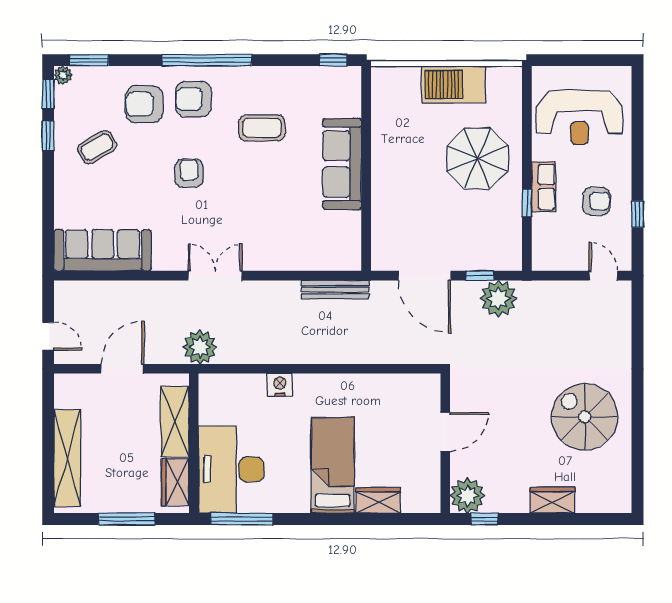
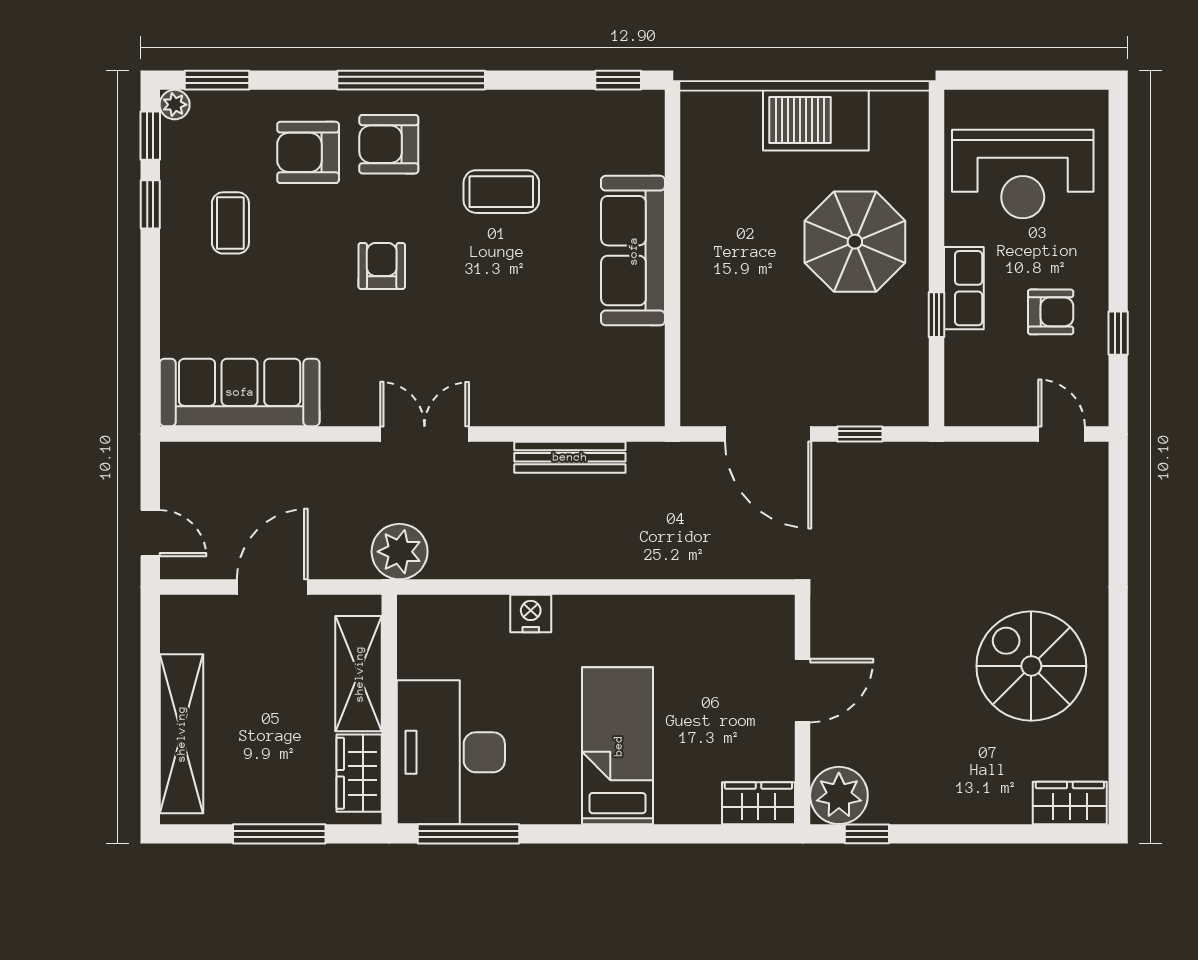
coffee table: (97, 147) -> (230, 223), turned -59
bench: (335, 290) -> (570, 457), moved
plant: (498, 298) -> (890, 472), removed
wardrobe: (378, 500) -> (758, 803), moved
wardrobe: (552, 500) -> (1070, 803), moved

